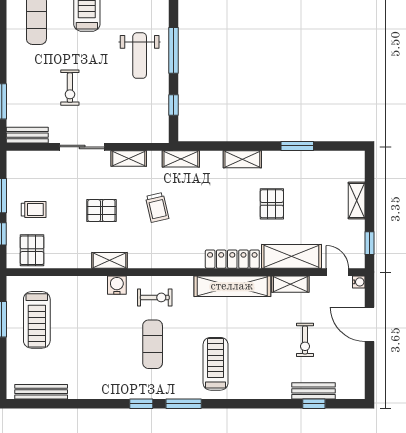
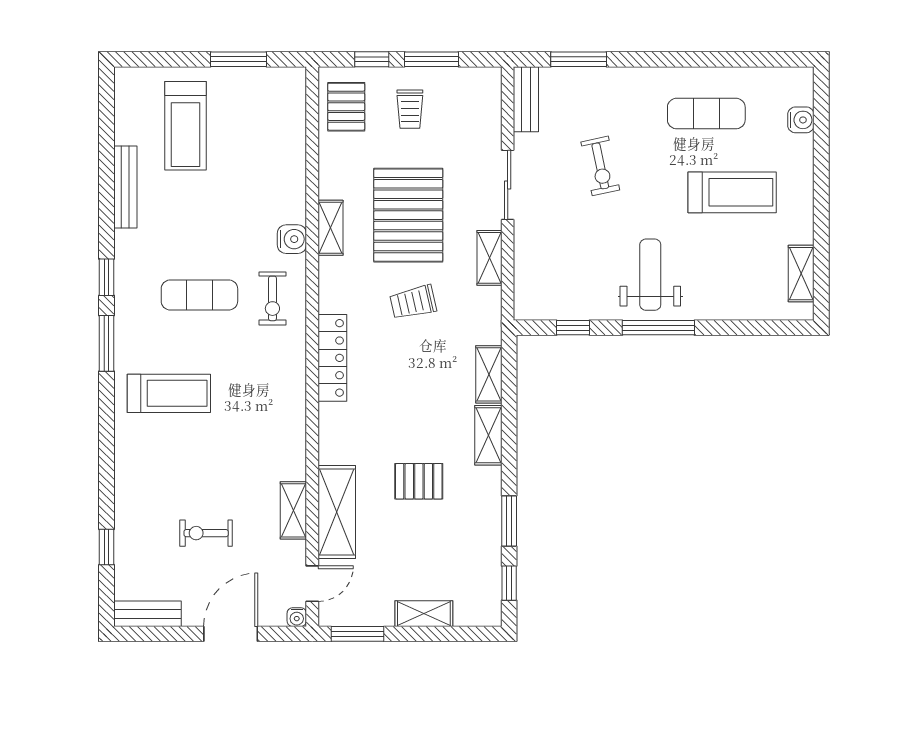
weight bench: (140, 56) -> (650, 275), turned 90
exercise bike: (70, 88) -> (600, 166), turned -102
window: (337, 146) -> (509, 583), added
shelving: (181, 159) -> (489, 374), moved
pallet: (101, 211) -> (408, 215), width x2.05, depth x2.00
window: (370, 243) -> (357, 634), width x1.50
pallet: (32, 250) -> (346, 107), turned 90
locker: (232, 259) -> (332, 358), moved
shelving: (232, 286) -> (290, 419), removed
treadmill: (37, 320) -> (185, 126), moved, turned -90
bench: (314, 391) -> (147, 614), moved, turned 90
bench: (41, 392) -> (125, 187), moved

